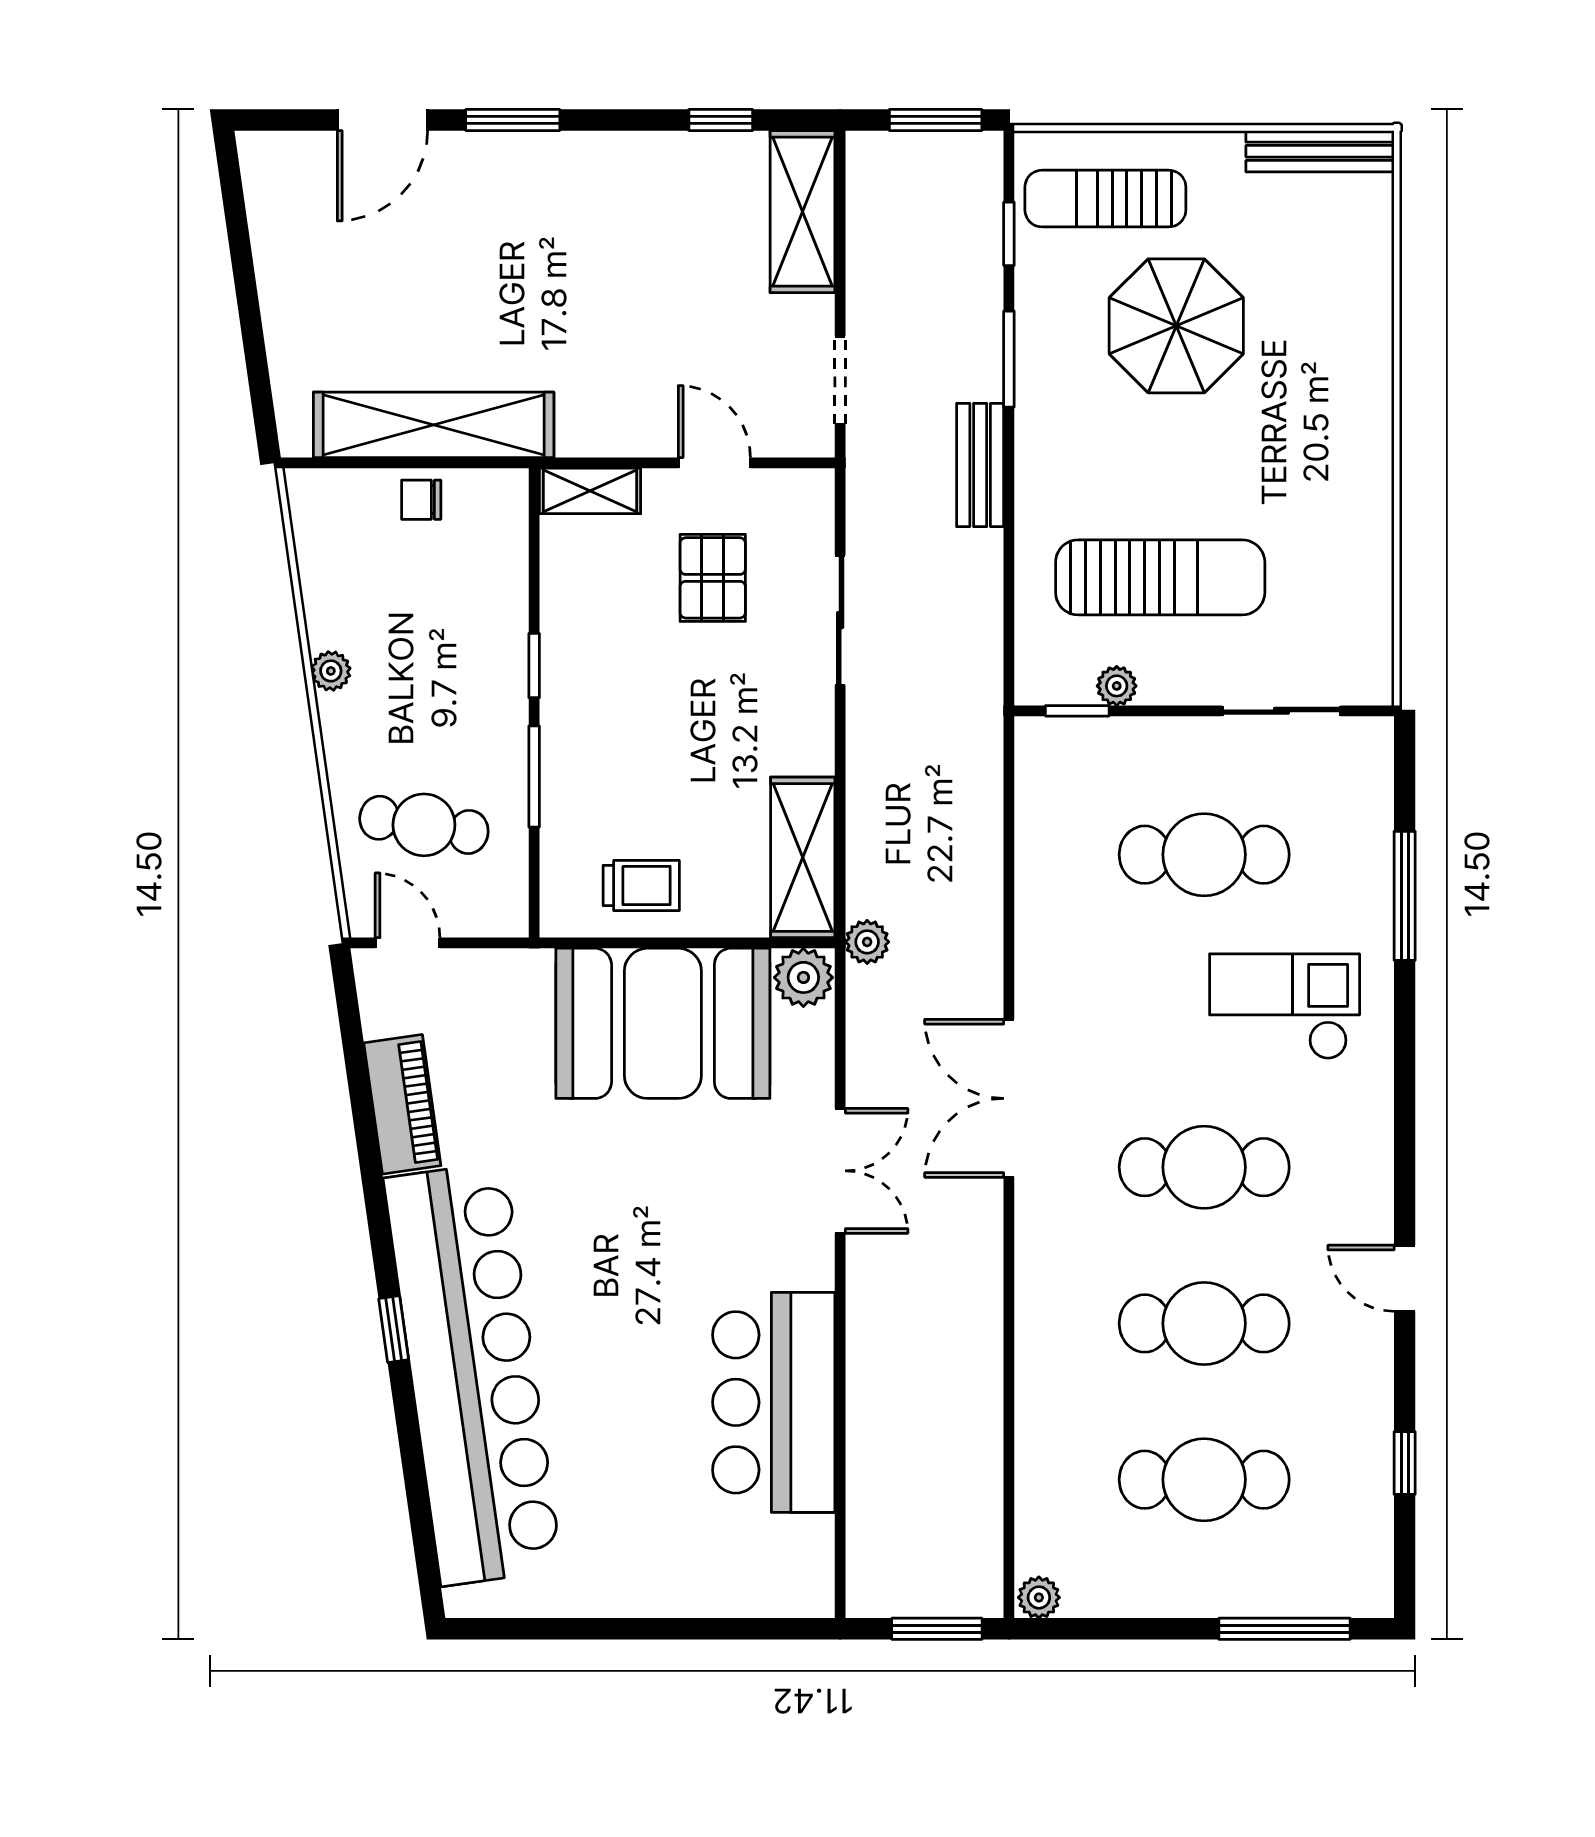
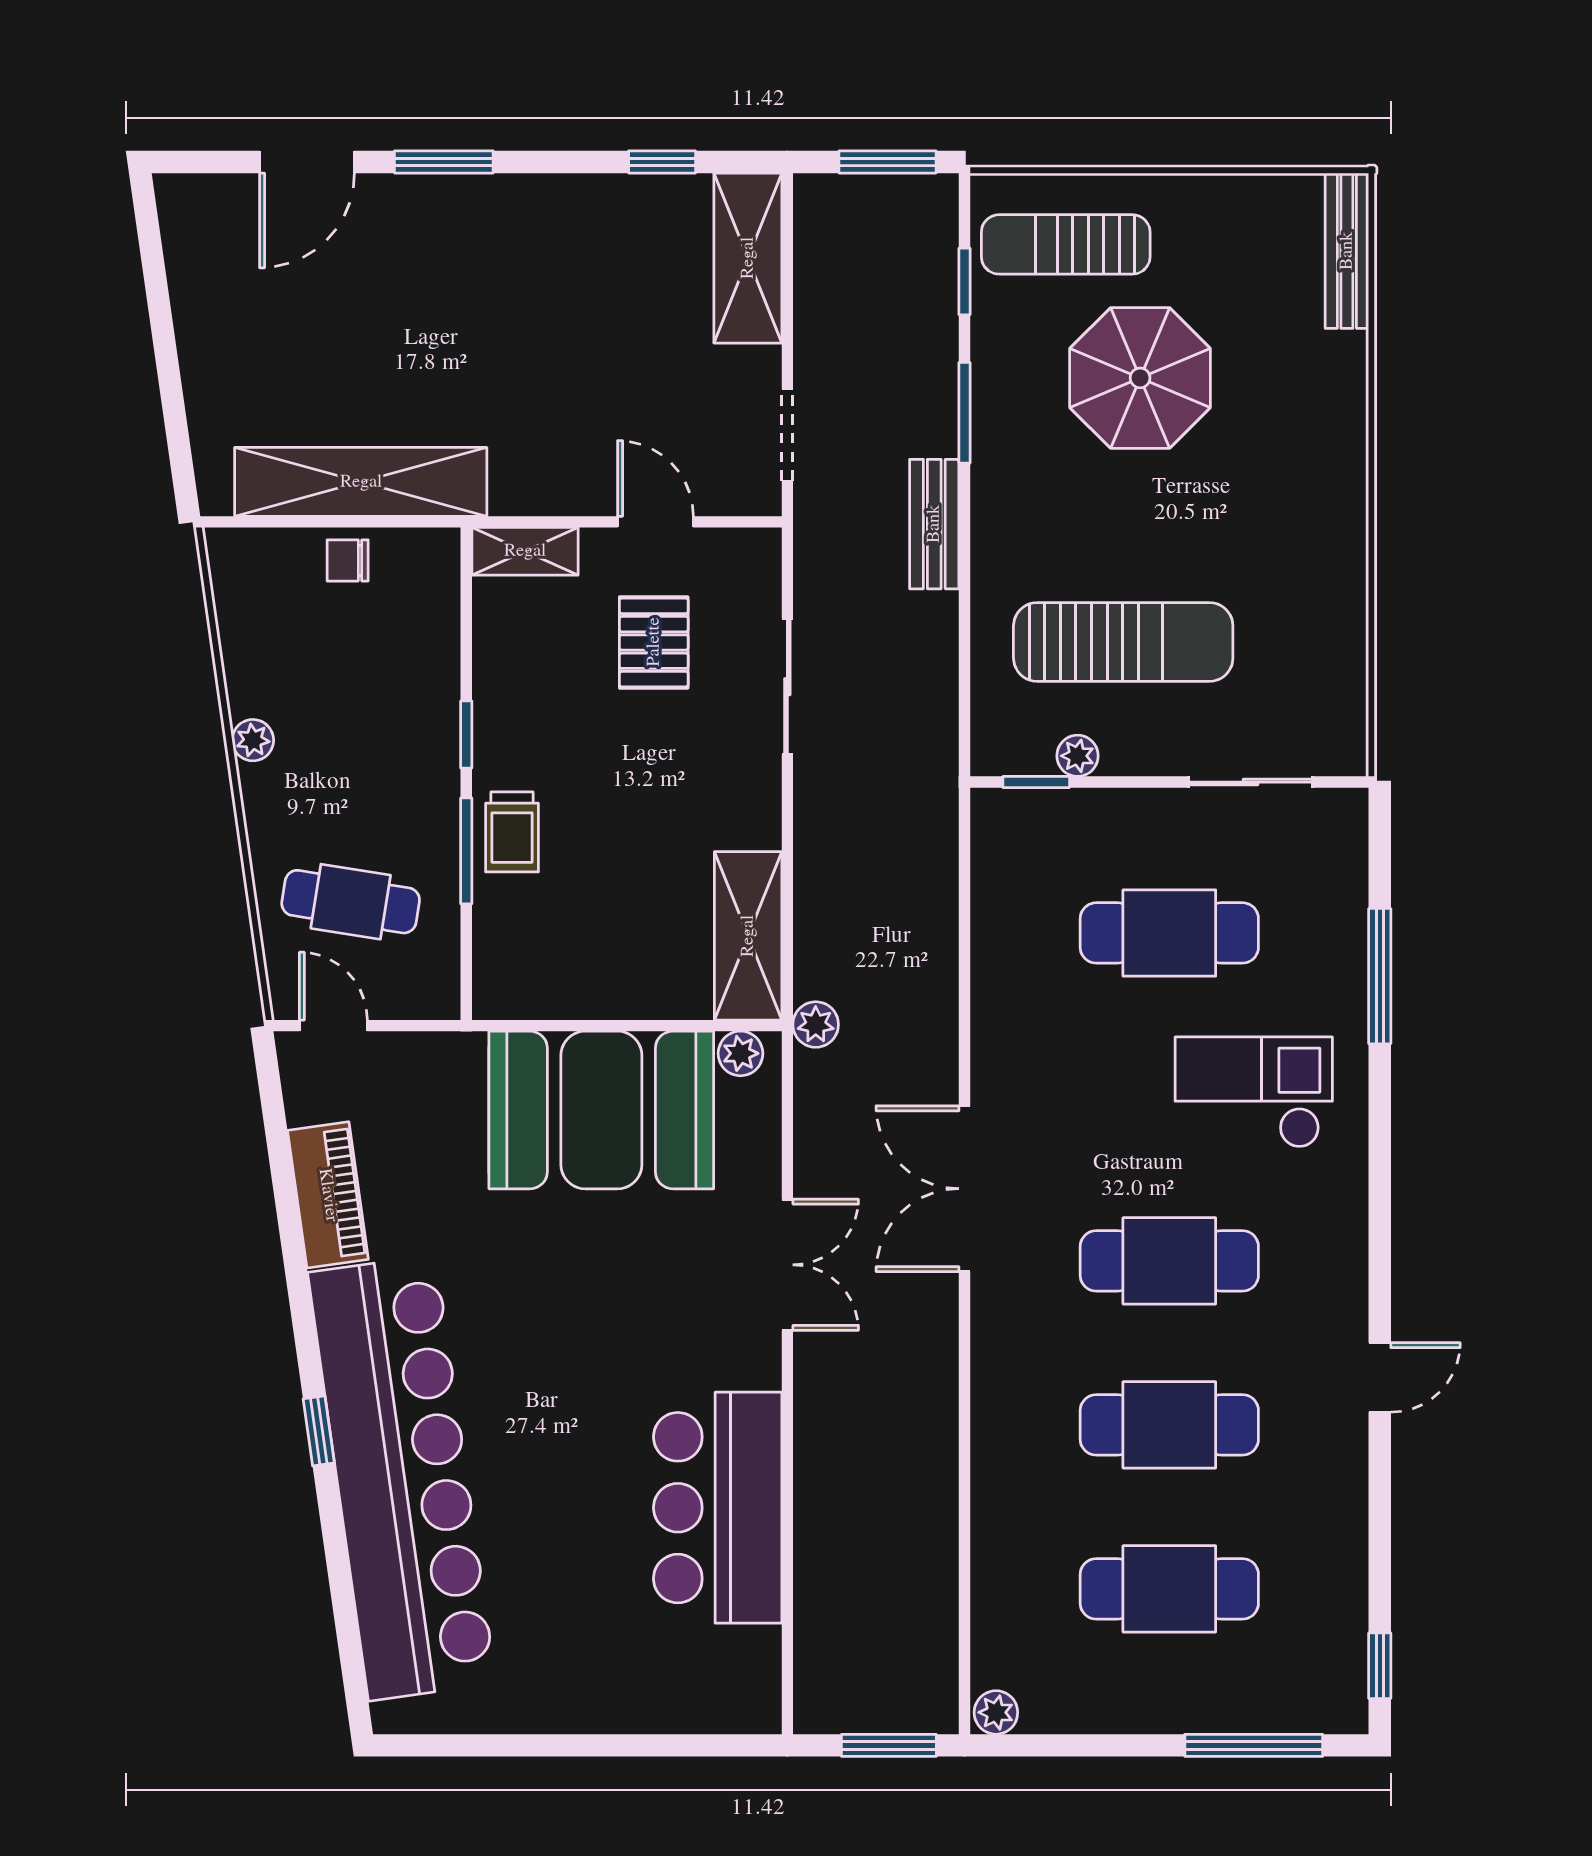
bench: (1320, 151) -> (1347, 251), moved, turned 90
trolley: (641, 885) -> (512, 832), moved, turned 90
plant: (803, 977) -> (740, 1053), width x0.73, depth x0.73
door: (1405, 1278) -> (1380, 1377), swing flipped
window: (1405, 1463) -> (1380, 1666), moved

